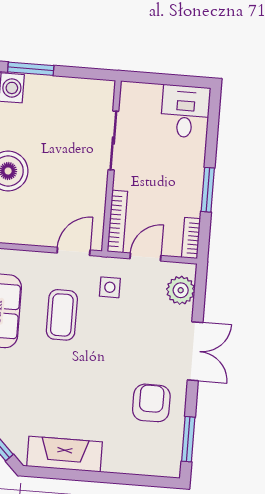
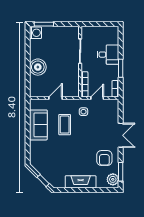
desk: (185, 111) -> (108, 55), moved, turned 90
door: (74, 251) -> (55, 98), moved
plant: (181, 290) -> (113, 179), moved
armchair: (151, 403) -> (104, 158), turned 180
fireplace: (65, 454) -> (81, 182), moved

